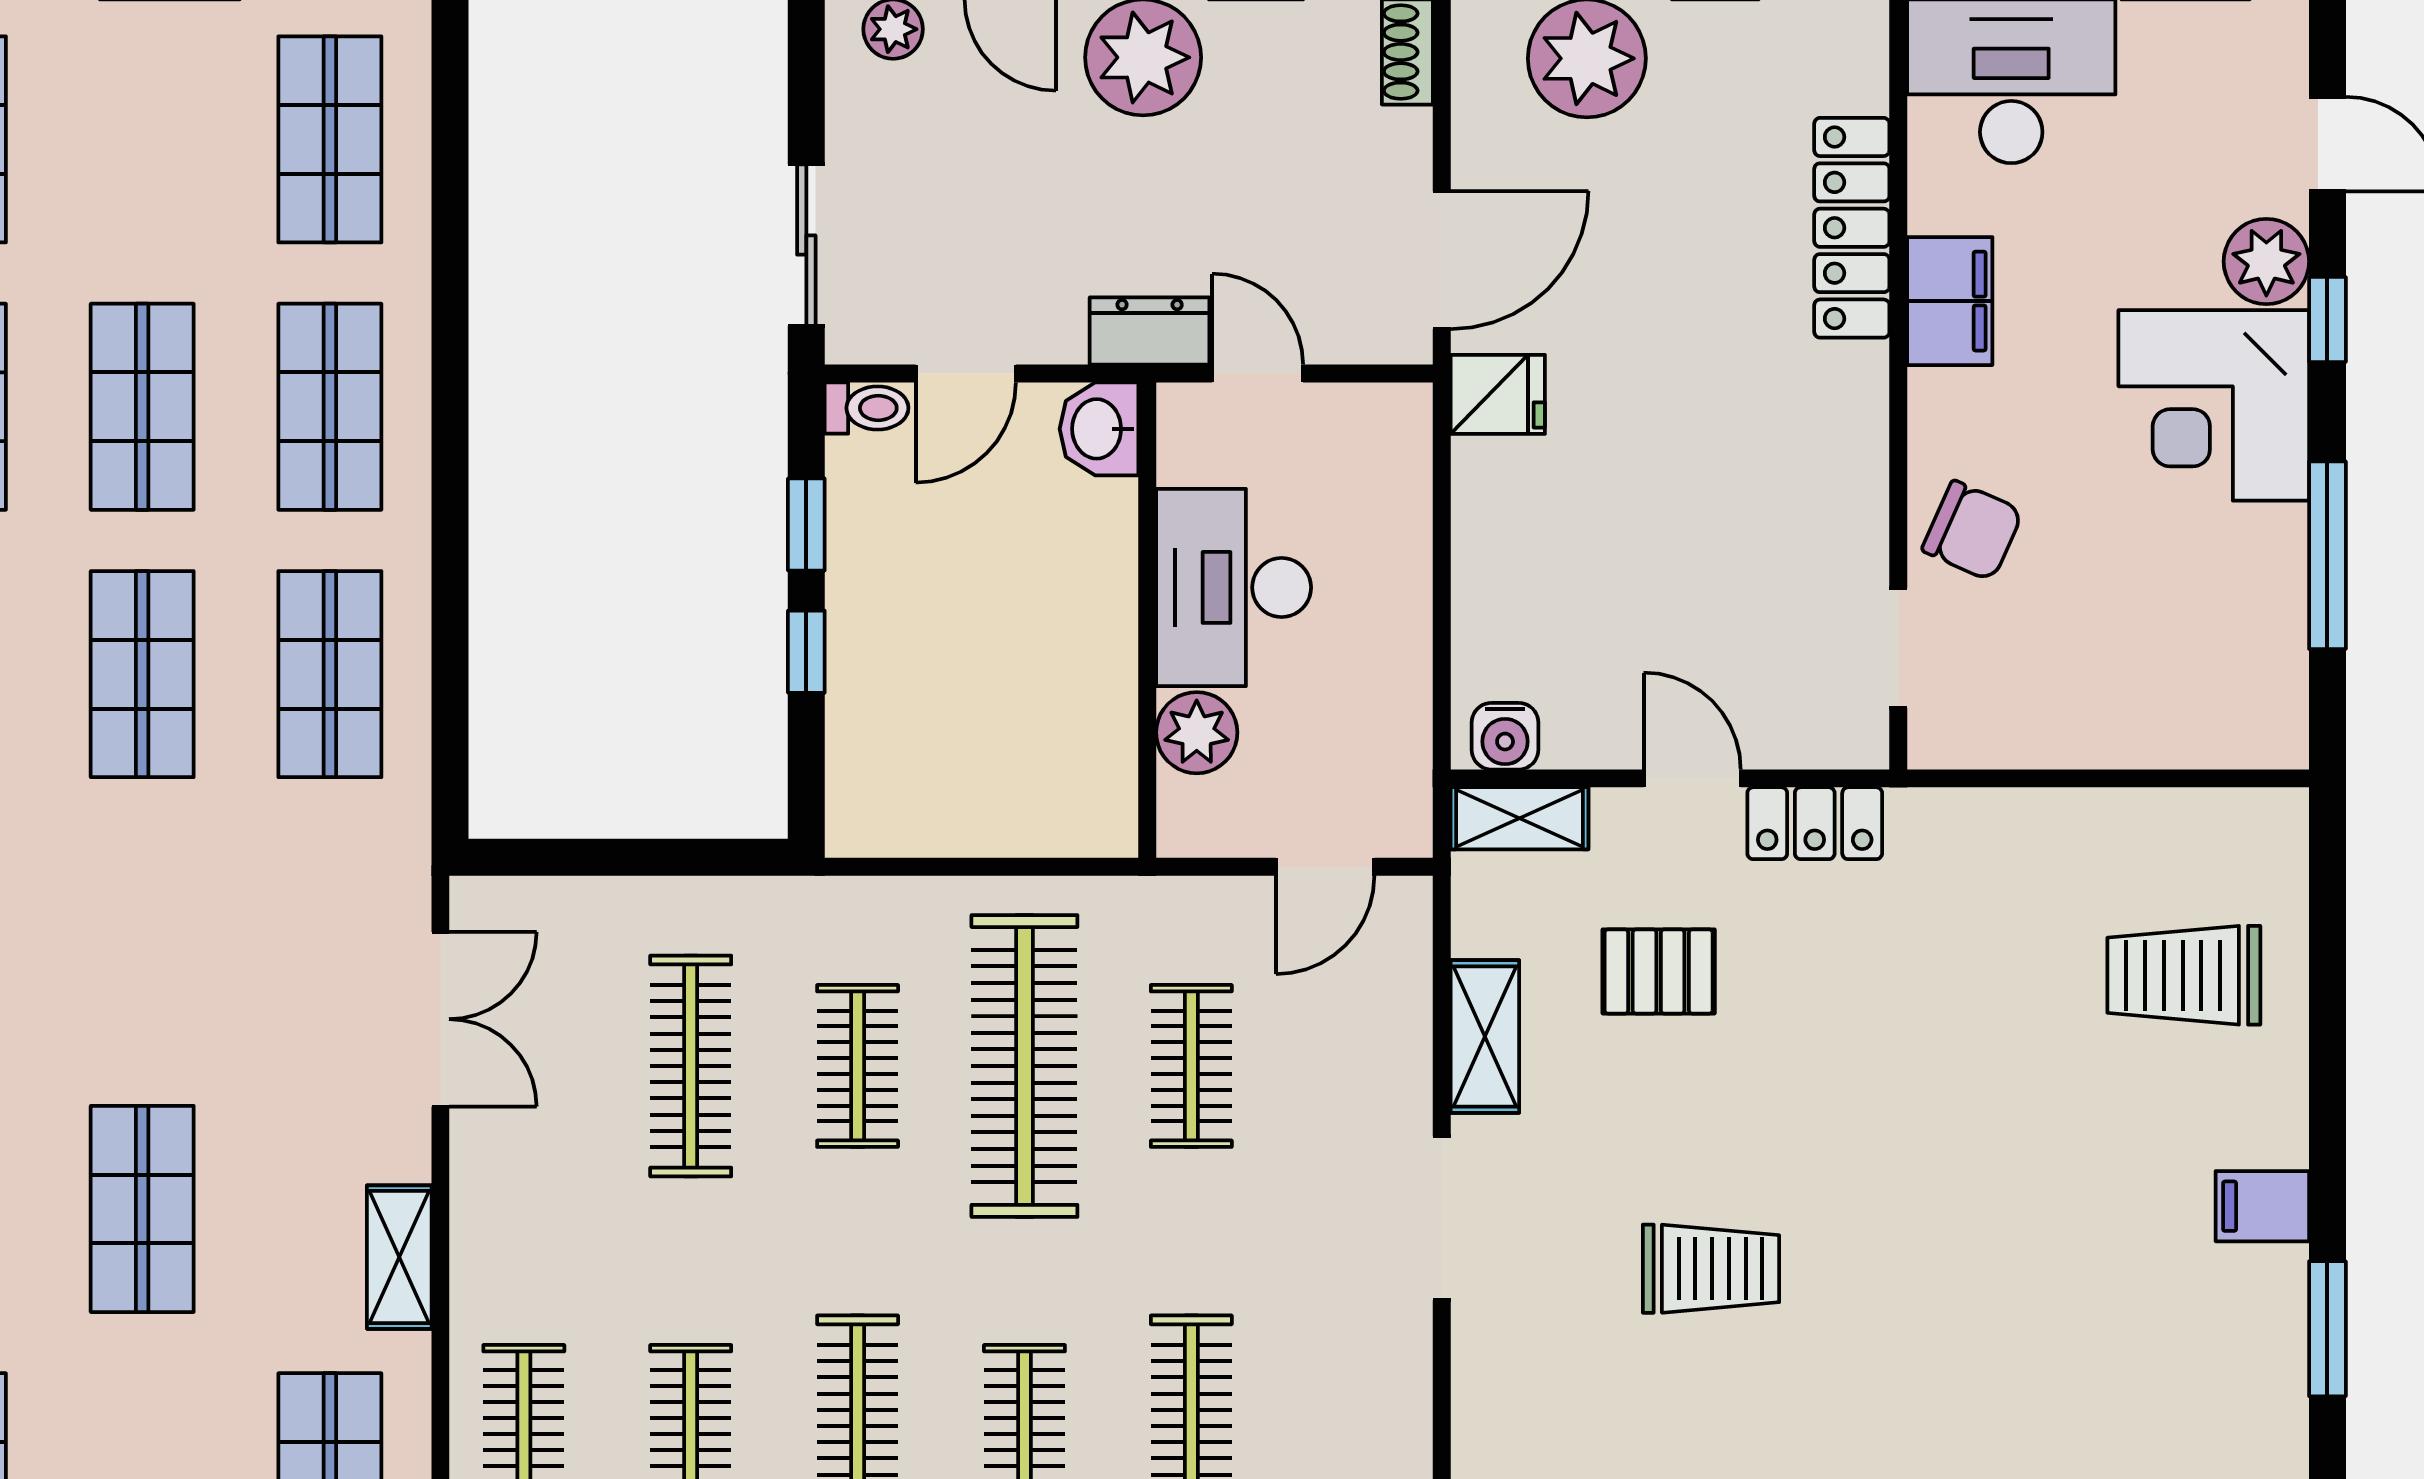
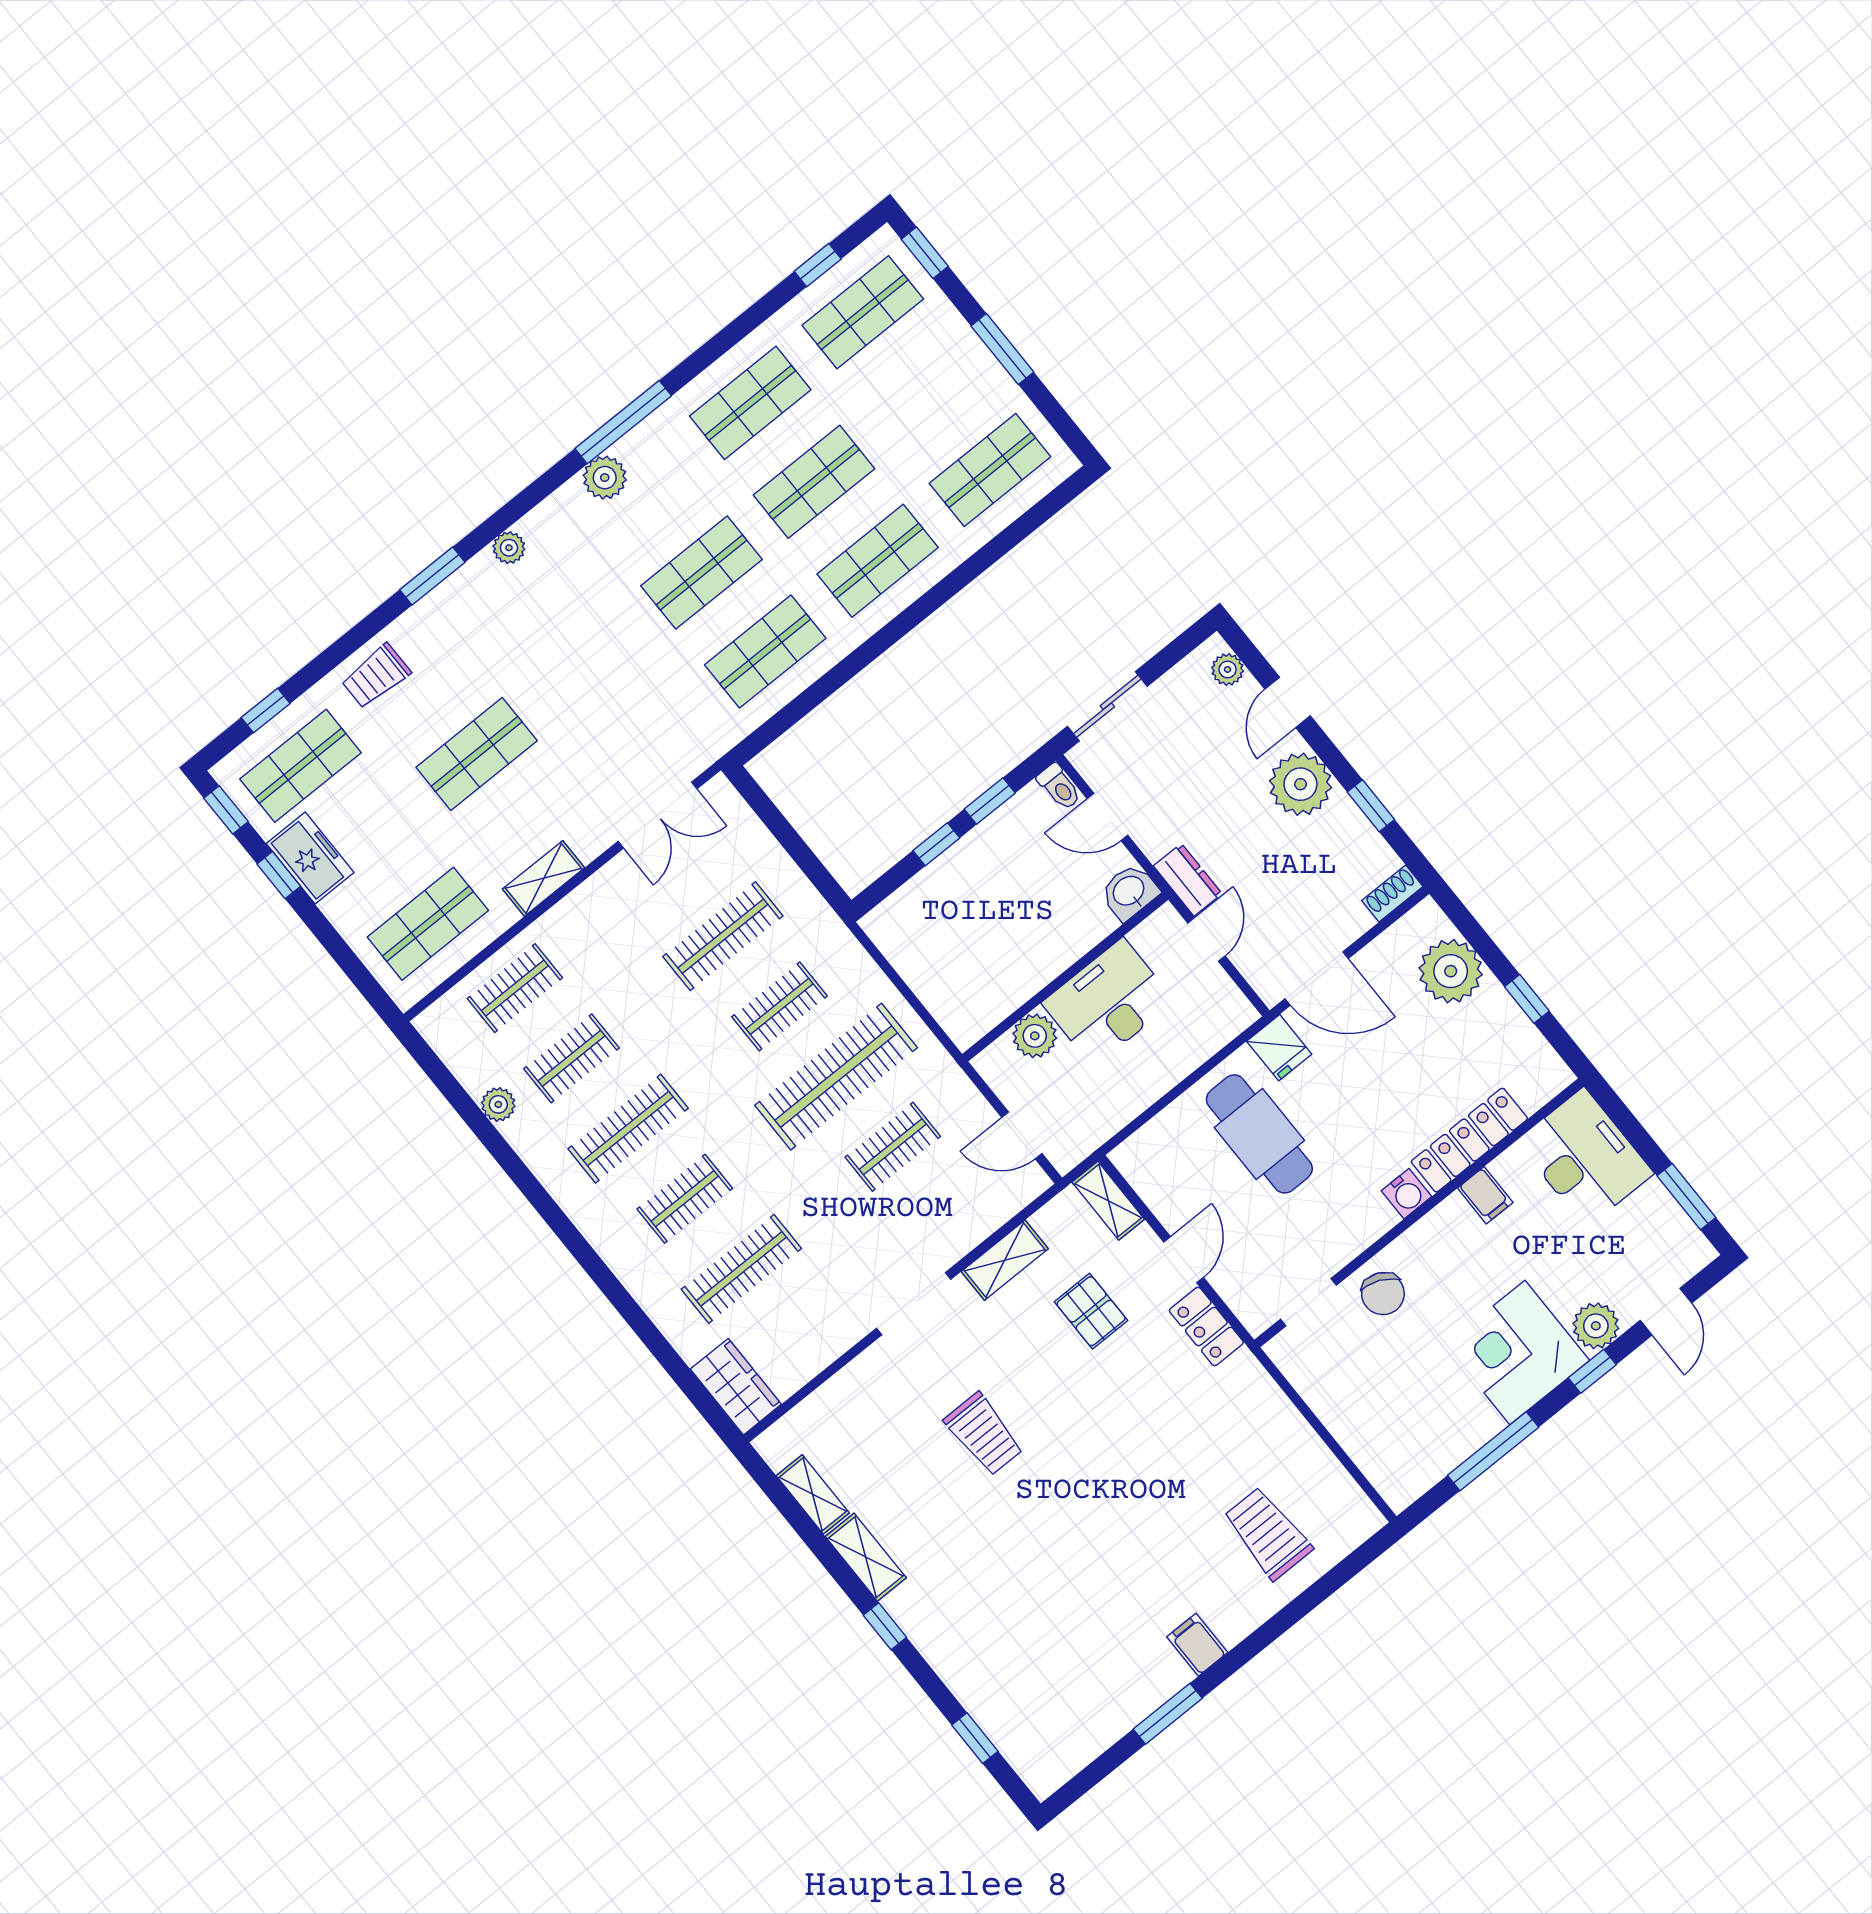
filing cabinet: (1950, 301) -> (1485, 1195), width x0.50
cafe table: (1599, 523) -> (1259, 1134), added
water cooler: (1505, 736) -> (1407, 1194), moved, turned -90

